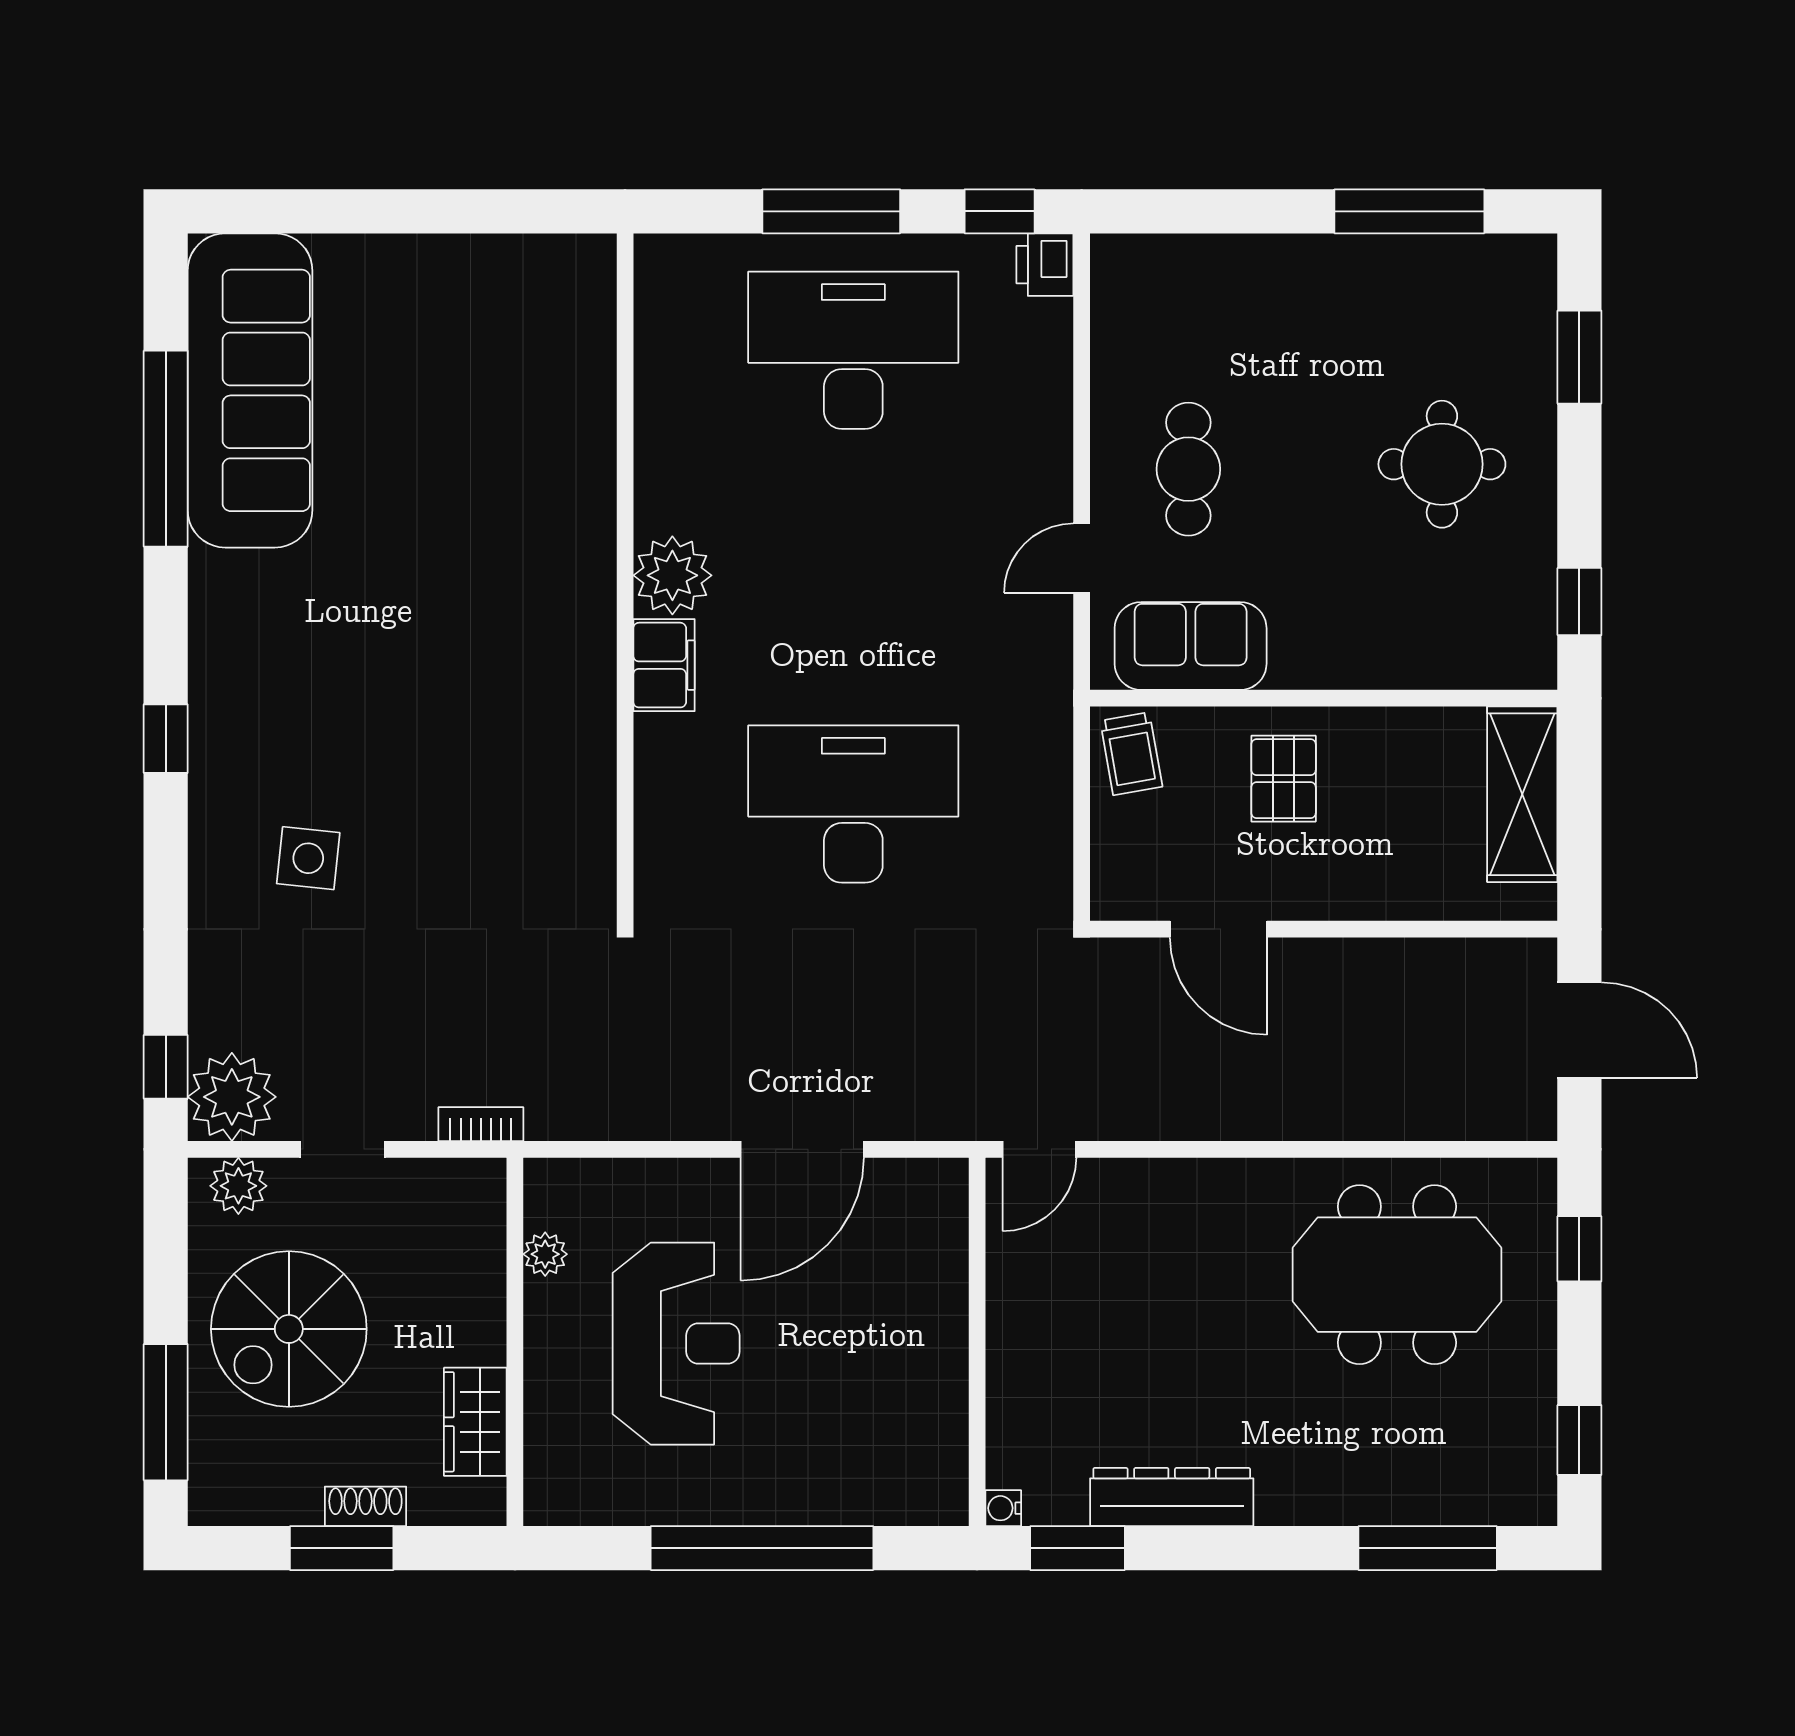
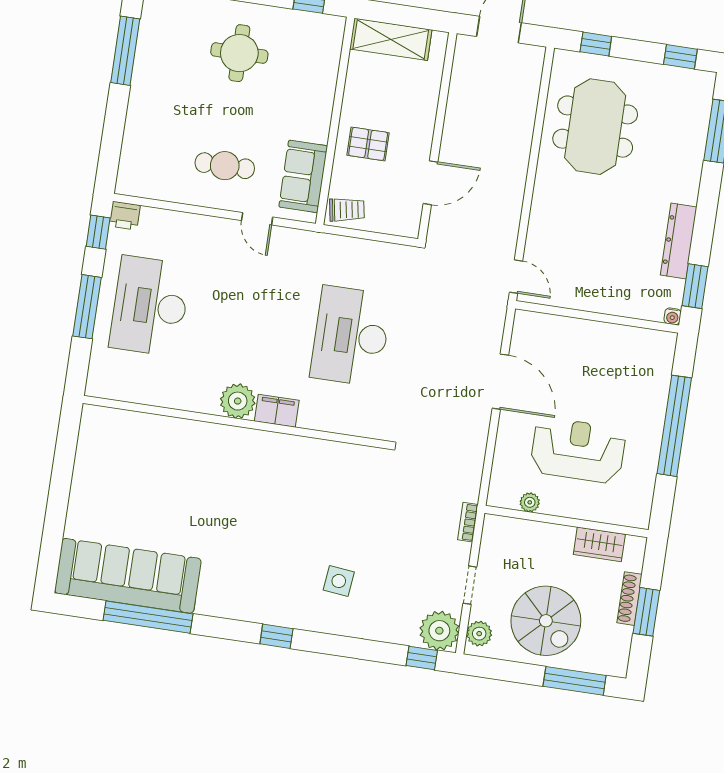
shoe rack: (365, 1506) -> (629, 599), width x1.43

